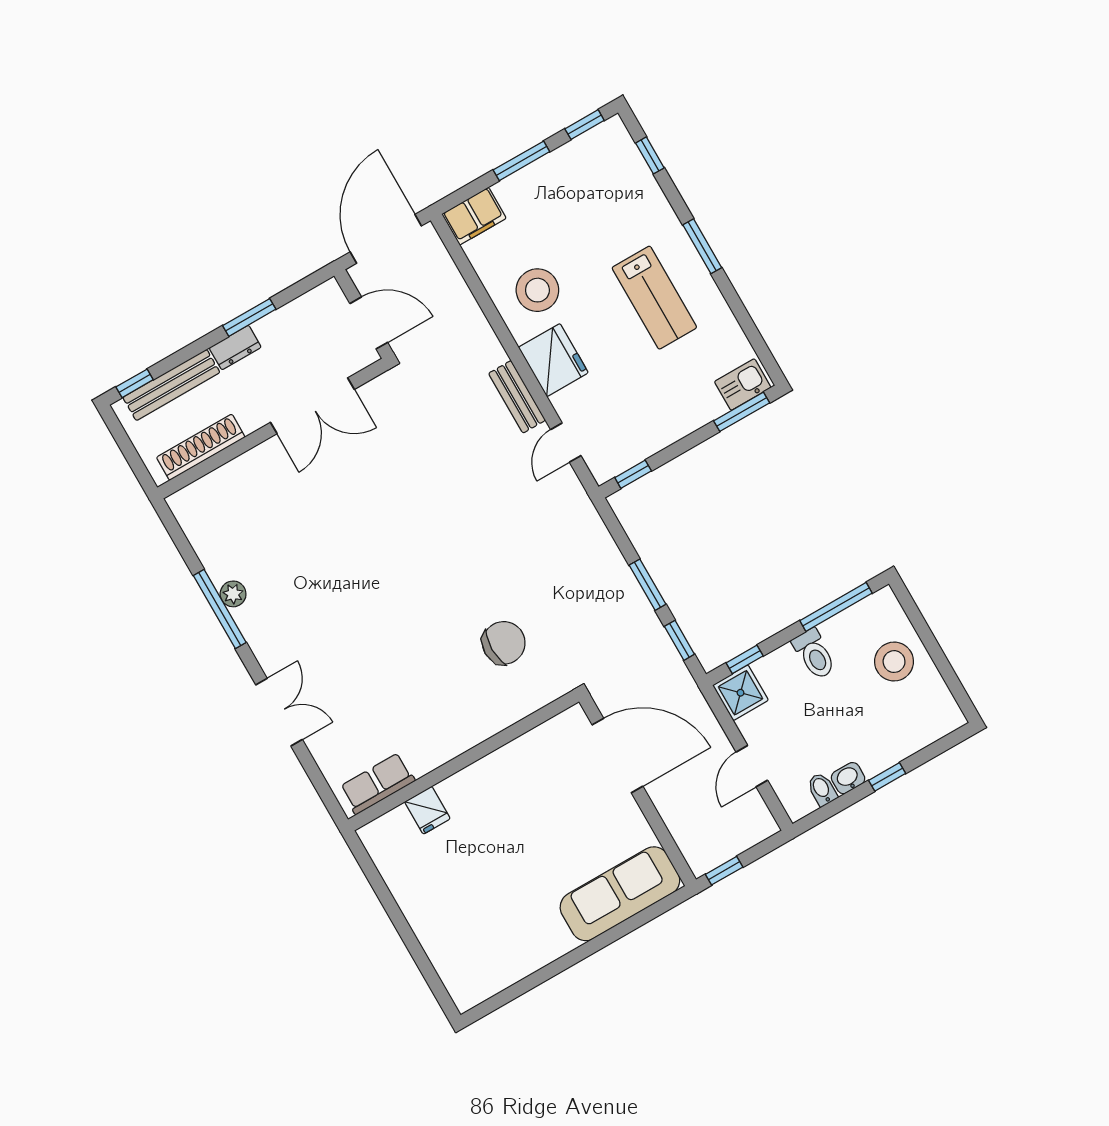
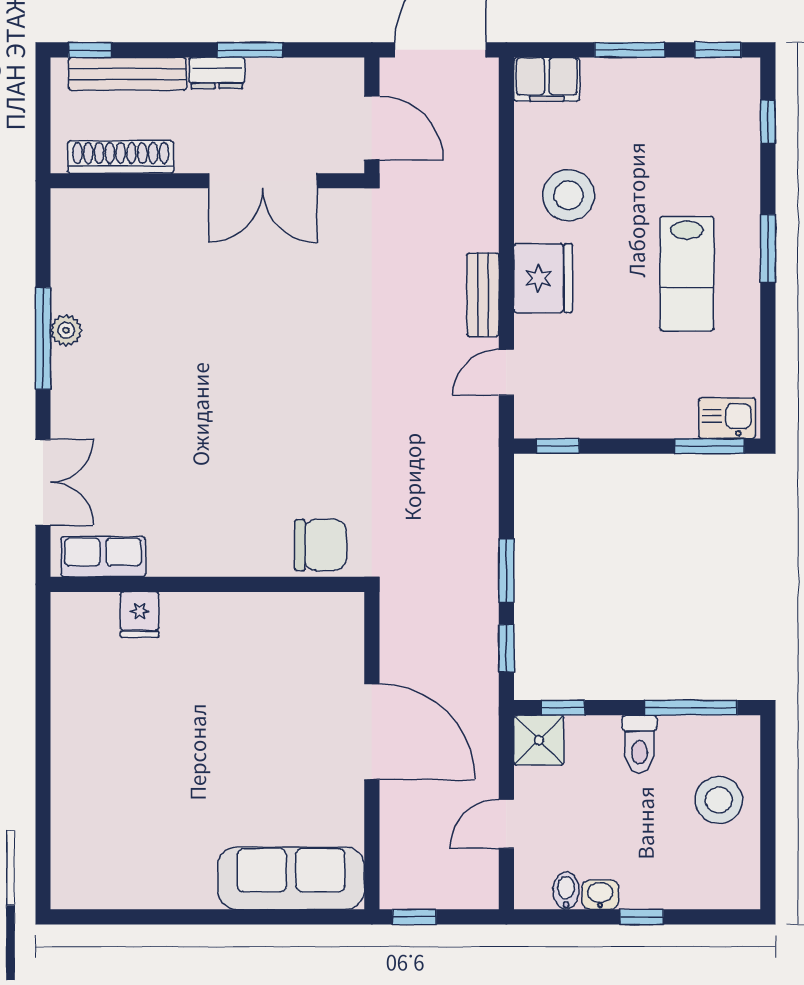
wall: (464, 760) -> (207, 584), moved
row of seats: (377, 784) -> (103, 557), moved
fridge: (427, 810) -> (140, 615), moved

